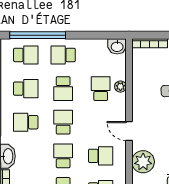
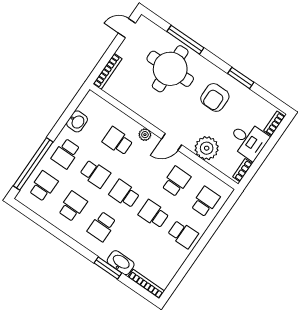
washbasin: (117, 46) -> (77, 121), moved
plant: (120, 87) -> (145, 135), moved

